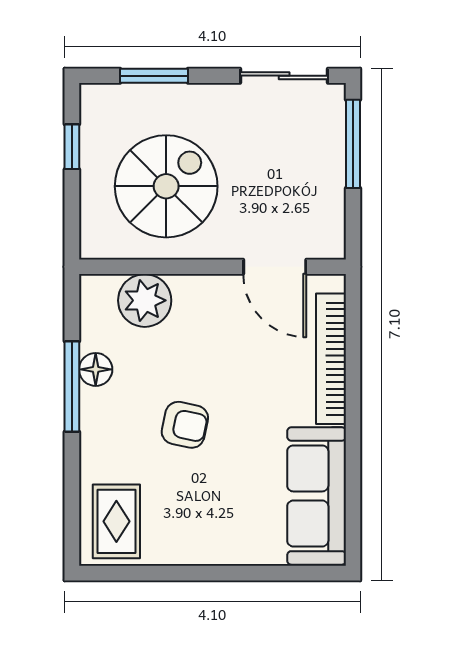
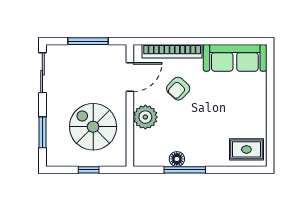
window: (353, 144) -> (88, 41), moved
window: (72, 147) -> (89, 170), moved
plant: (145, 300) -> (145, 117), moved
armchair: (185, 425) -> (178, 89), moved, turned -149

